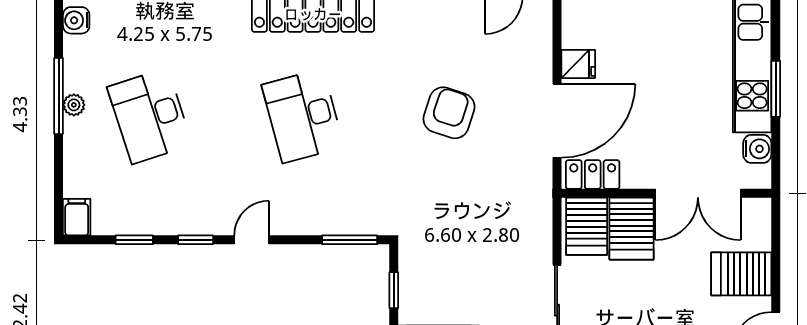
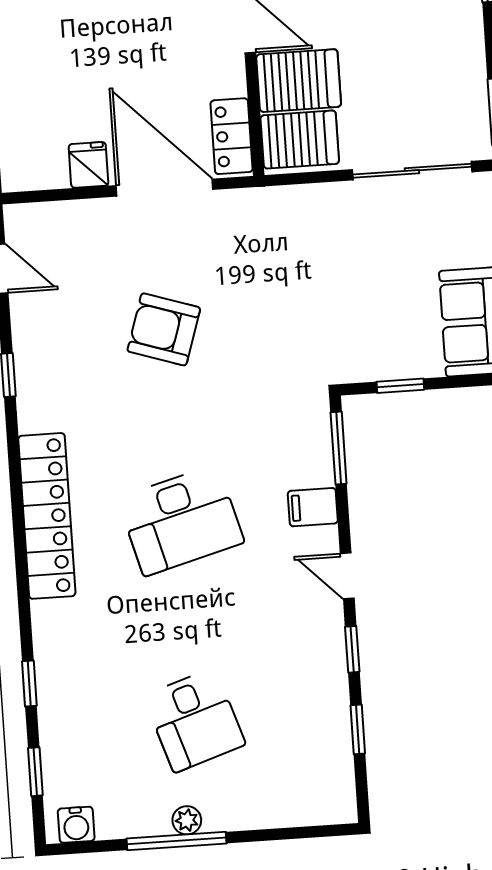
desk: (150, 116) -> (194, 720), width x0.73
filing cabinet: (77, 217) -> (313, 507), moved

